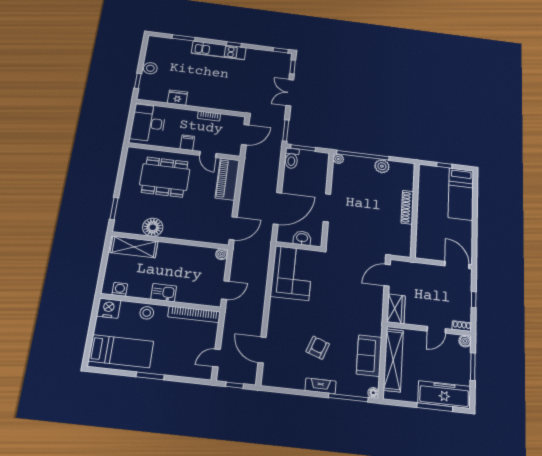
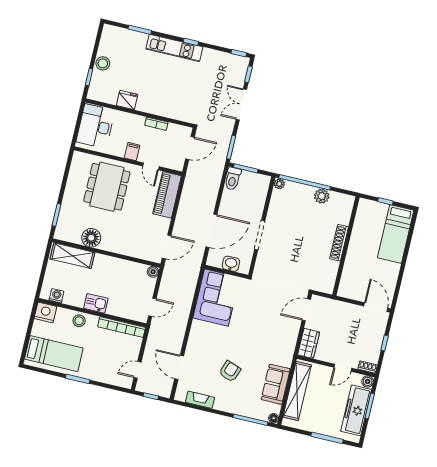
dining table: (165, 177) -> (107, 187), turned 90
fireplace: (321, 386) -> (200, 400), moved
freezer: (444, 395) -> (356, 410), moved, turned -90

